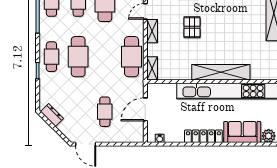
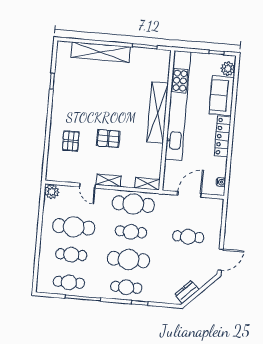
cafe table: (105, 57) -> (131, 232), added
door: (145, 109) -> (189, 194), swing flipped

